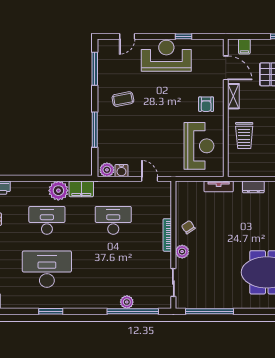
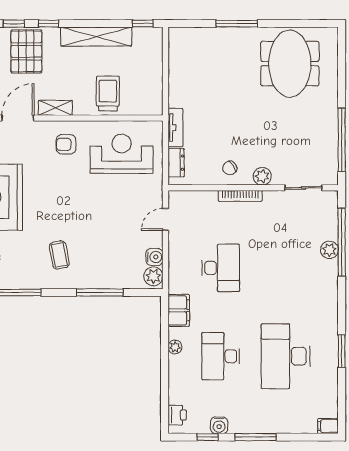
armchair: (206, 104) -> (66, 144), turned 180
trolley: (244, 136) -> (108, 94), turned -90
dresser: (253, 187) -> (176, 163), moved
plant: (58, 191) -> (175, 347), width x0.53, depth x0.53
desk: (113, 220) -> (221, 268), turned 180

